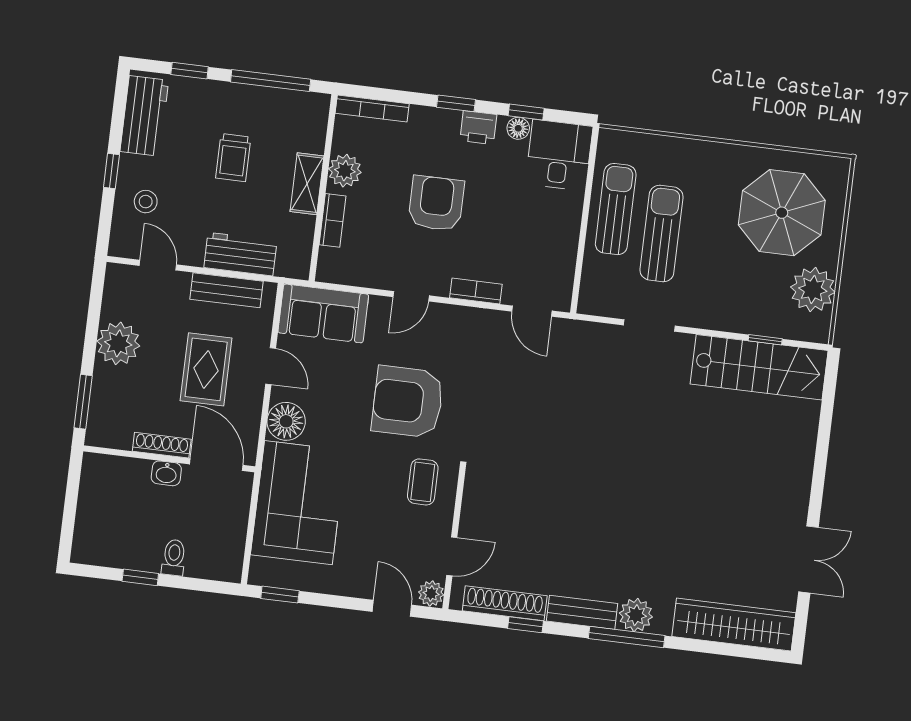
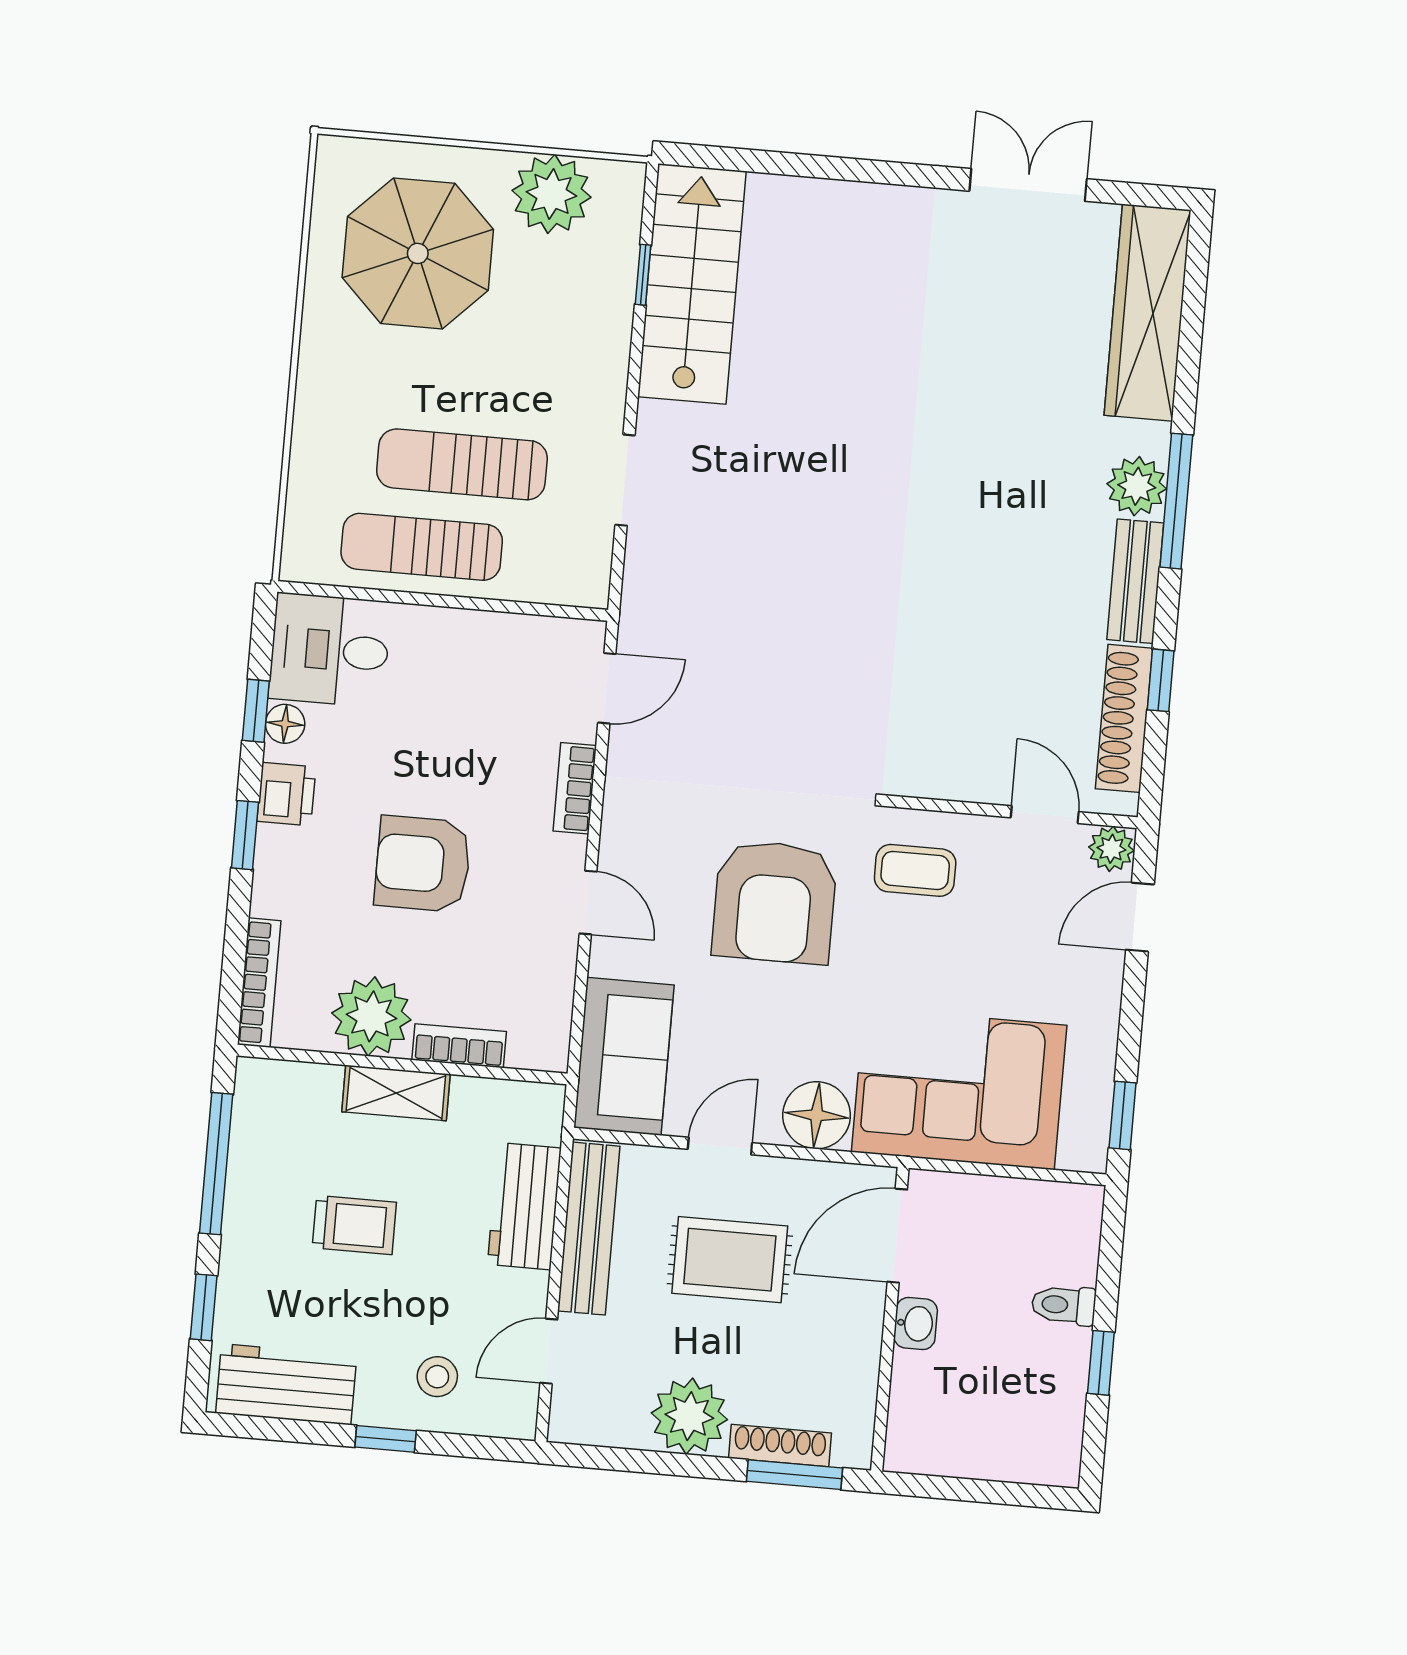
plant: (345, 171) -> (371, 1016), width x1.36, depth x1.36
bench: (226, 290) -> (589, 1229), width x1.36
shoe rack: (162, 445) -> (780, 1446), moved, turned 90

